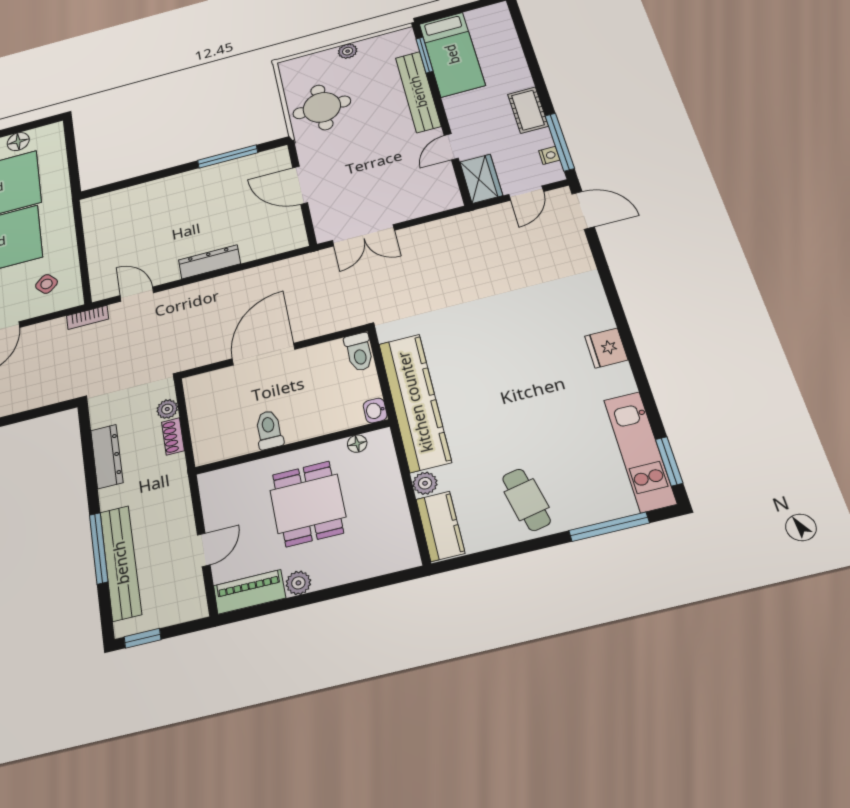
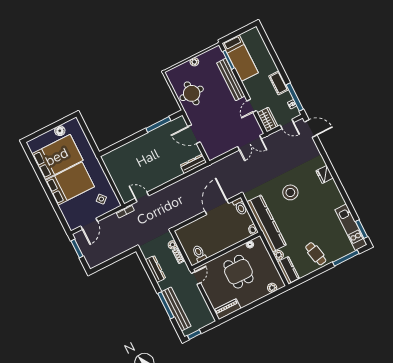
door: (526, 193) -> (287, 124), hinge flipped
double door: (363, 235) -> (249, 143), moved
dresser: (210, 262) -> (193, 164), moved
stool: (495, 341) -> (290, 192), added
fridge: (606, 348) -> (325, 174), moved
door: (263, 354) -> (217, 207), moved
toilet: (269, 430) -> (199, 254), moved
door: (204, 550) -> (196, 278), moved
plant: (298, 583) -> (272, 288), moved

